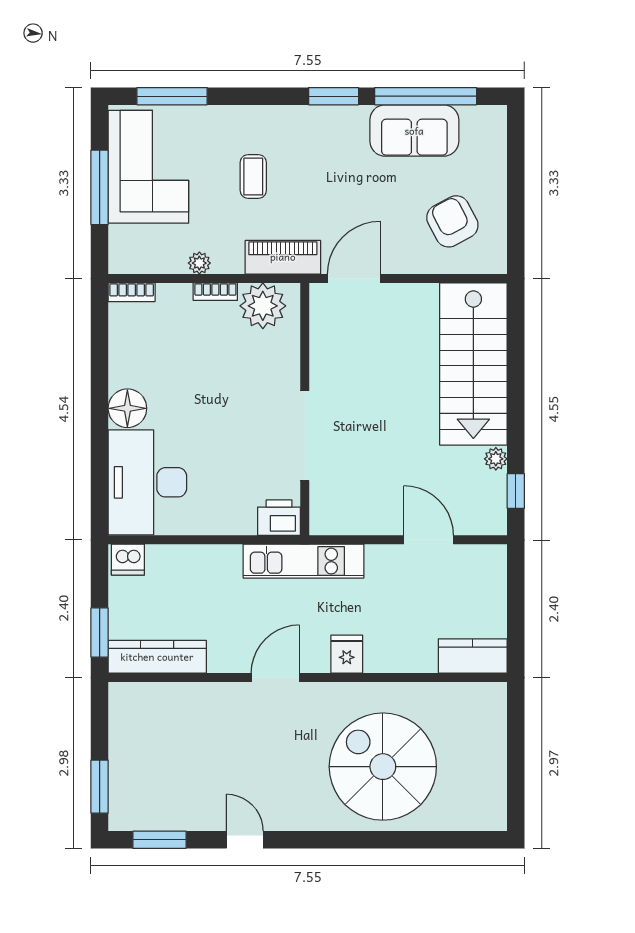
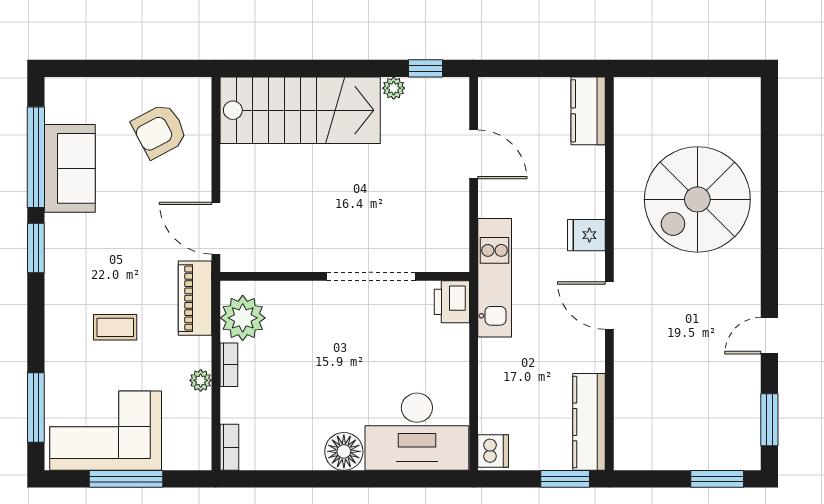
door: (429, 540) -> (474, 154), swing flipped

